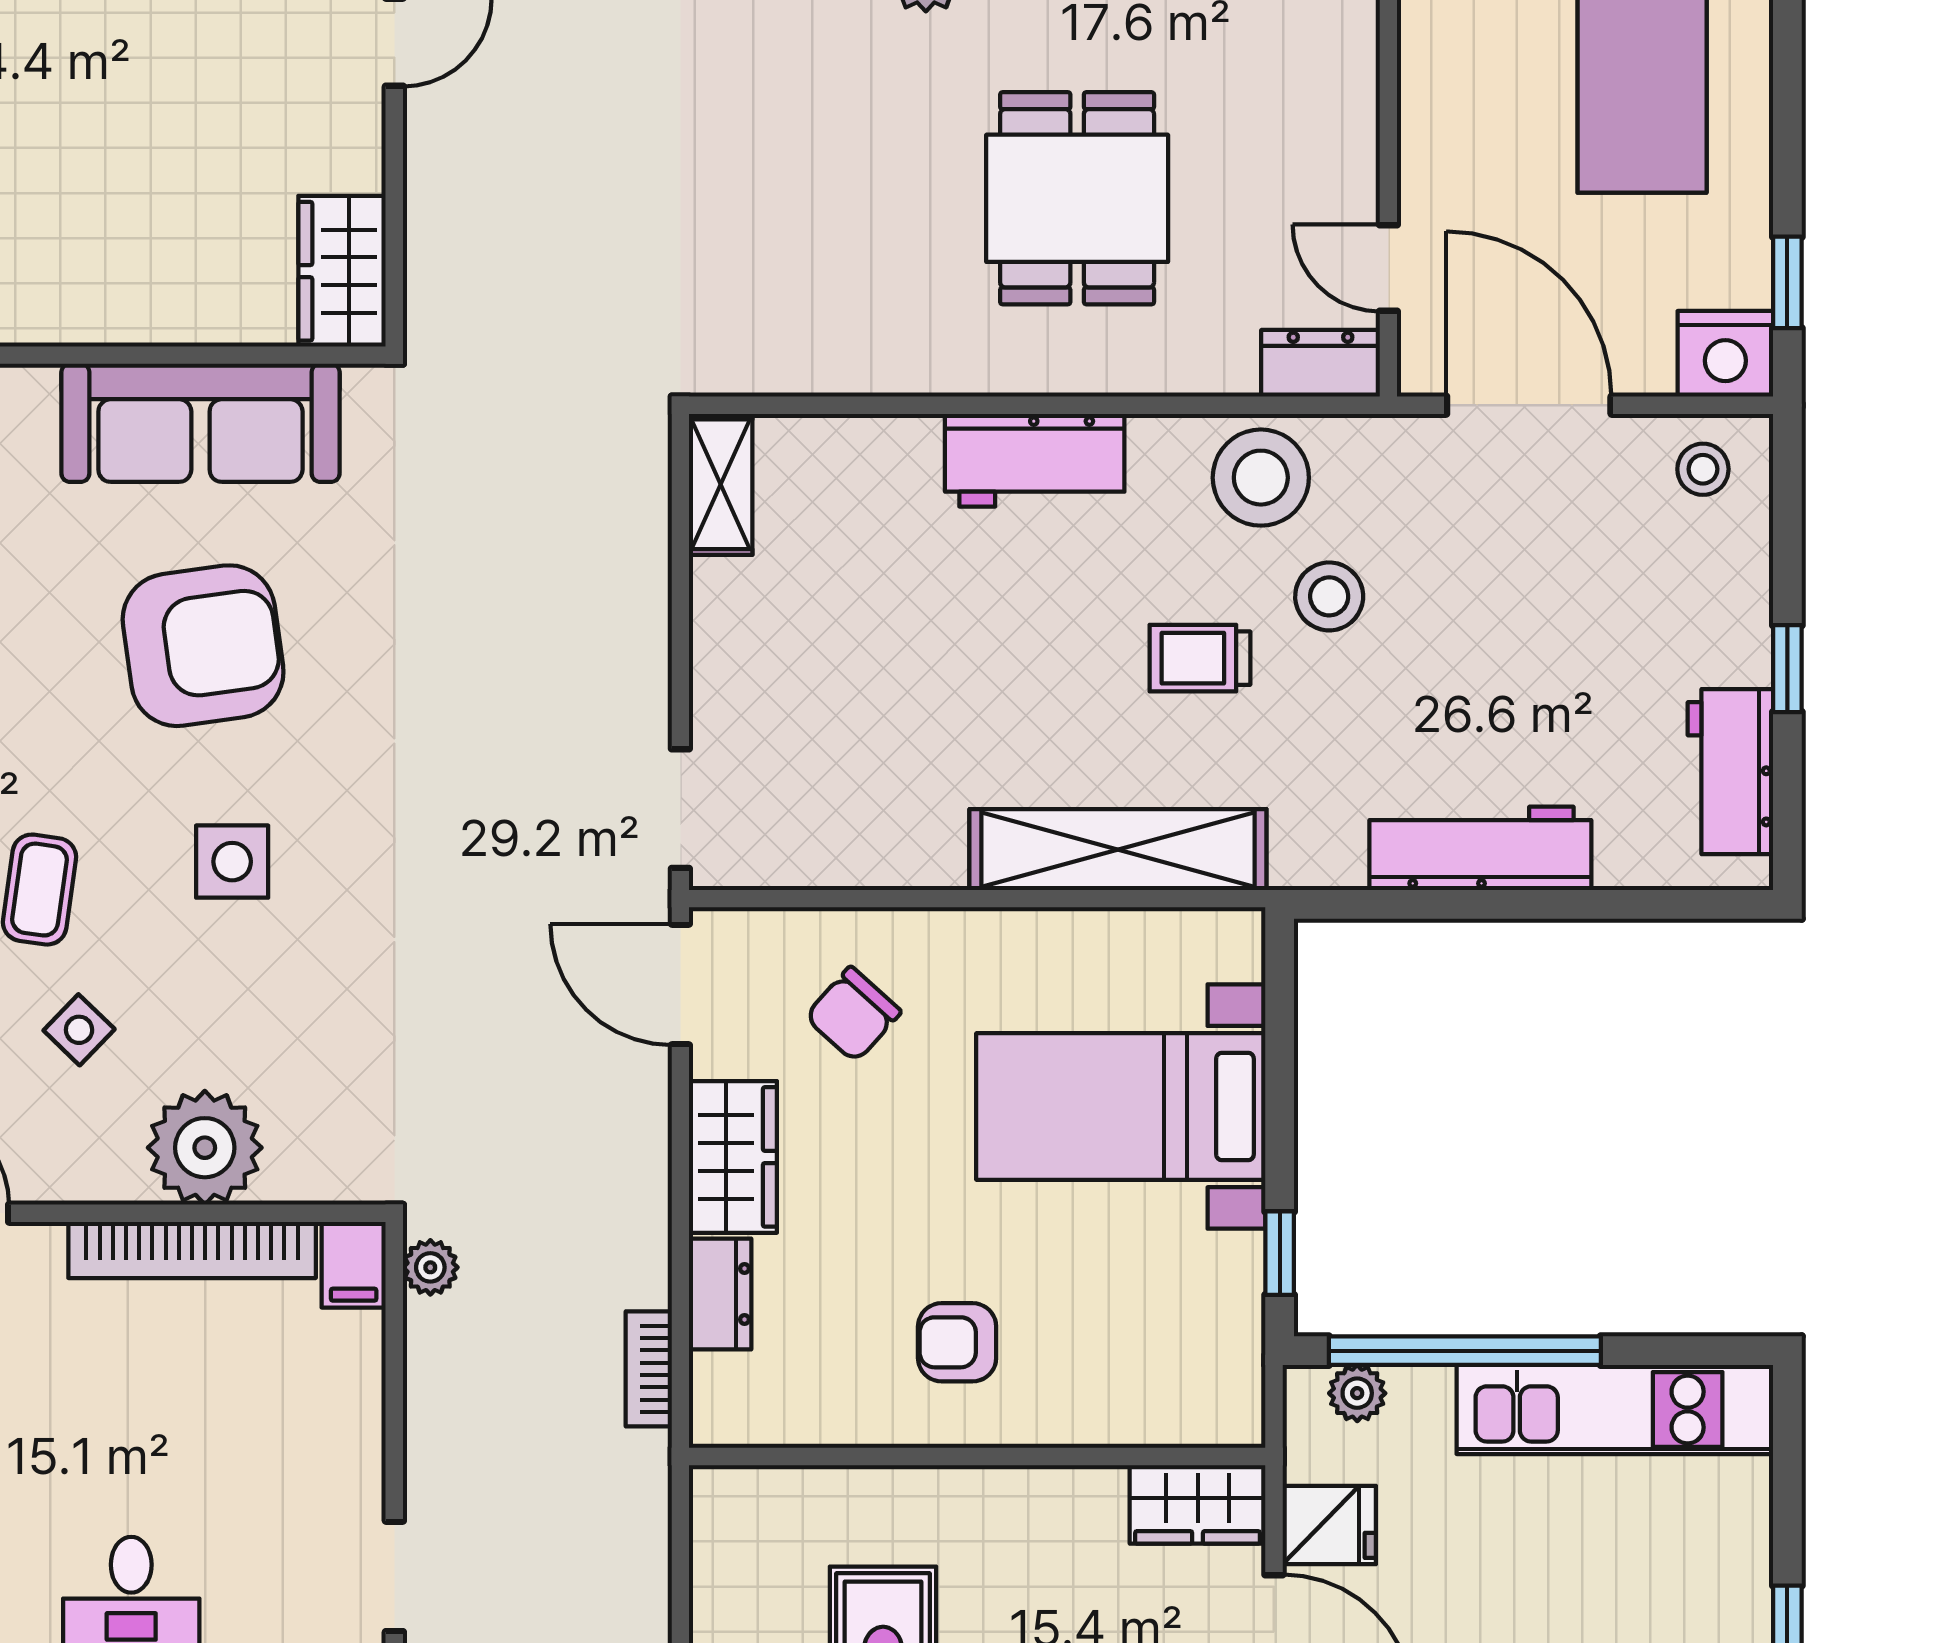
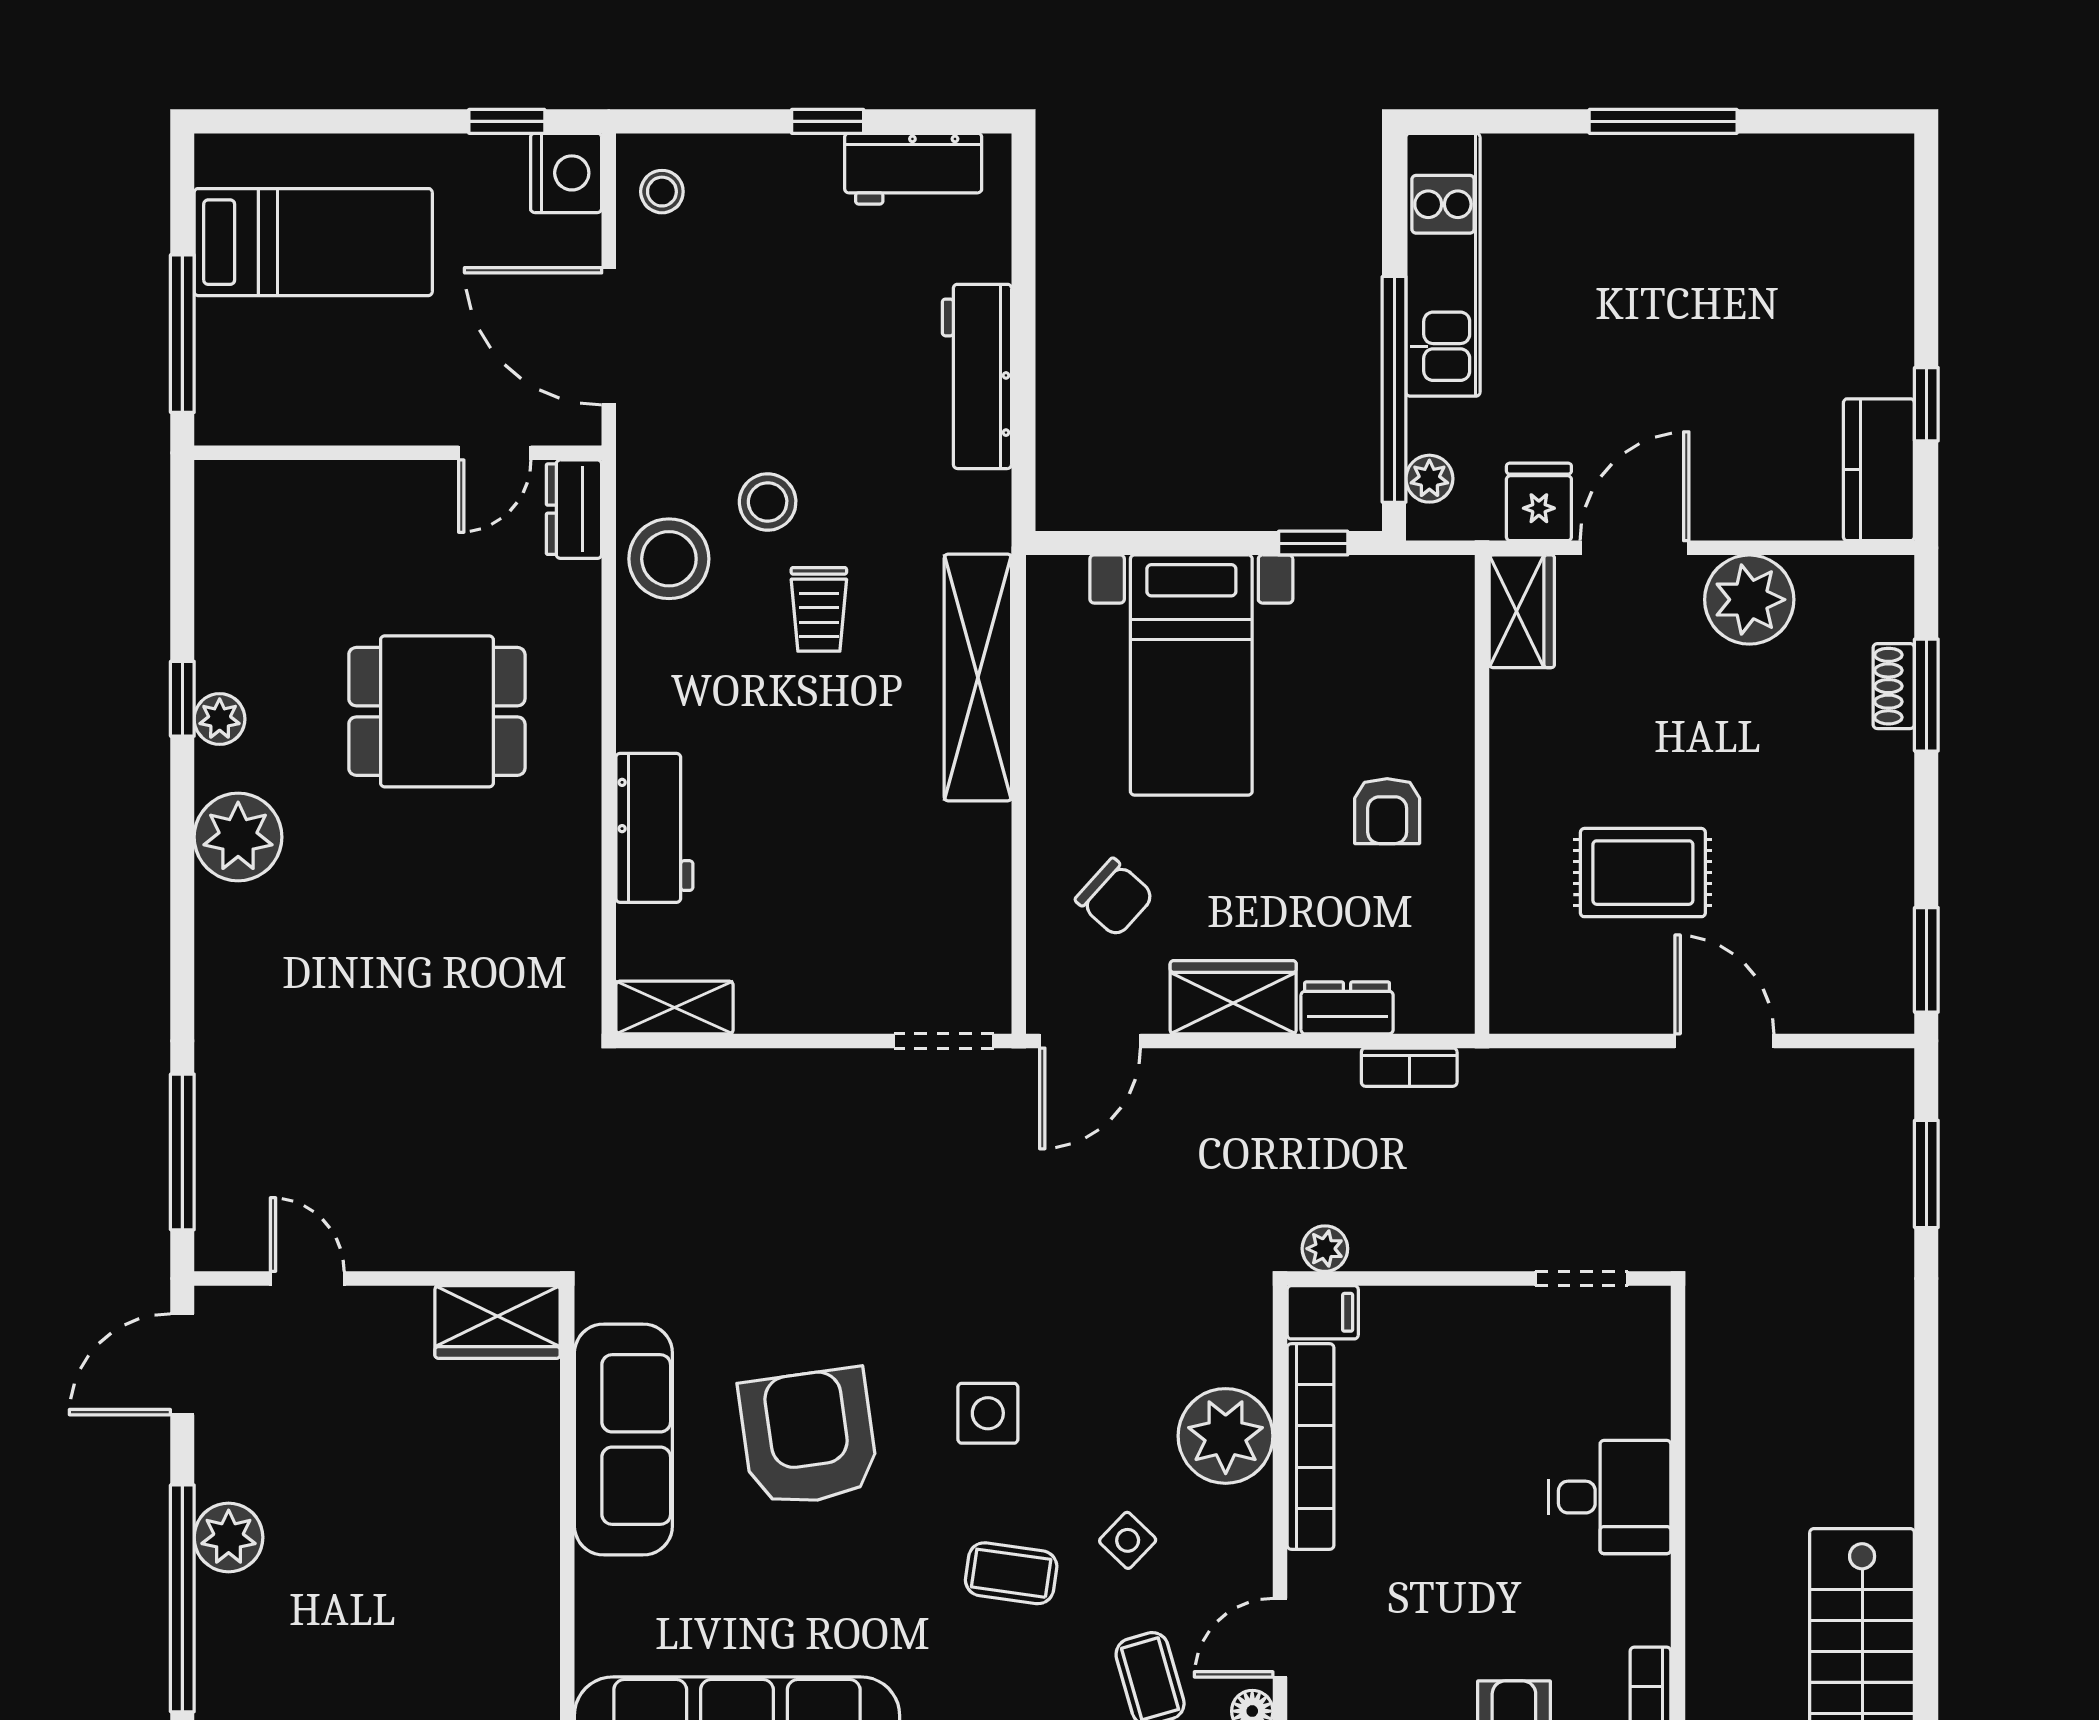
door: (1529, 405) -> (609, 336), hinge flipped
workbench: (1035, 460) -> (654, 828), moved

